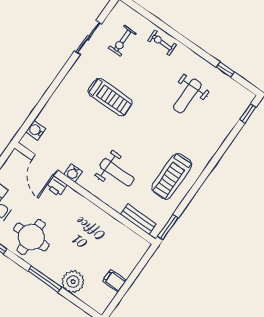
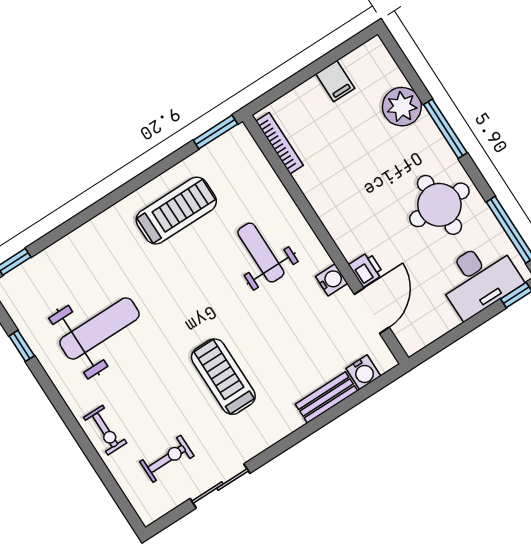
weight bench: (187, 96) -> (99, 328), width x1.36, depth x1.33
bench: (138, 219) -> (326, 398), moved, turned 90
bookcase: (131, 235) -> (280, 143), added

